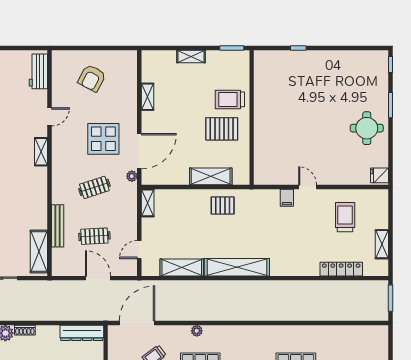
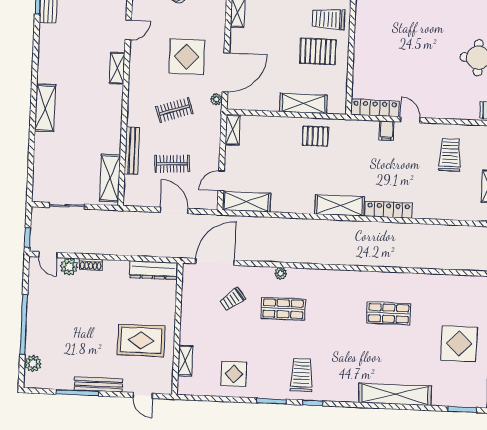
locker: (275, 178) -> (375, 108), added
shelving: (182, 267) -> (246, 202), moved
shelving: (237, 267) -> (340, 205), width x0.68
locker: (341, 269) -> (388, 210), moved

